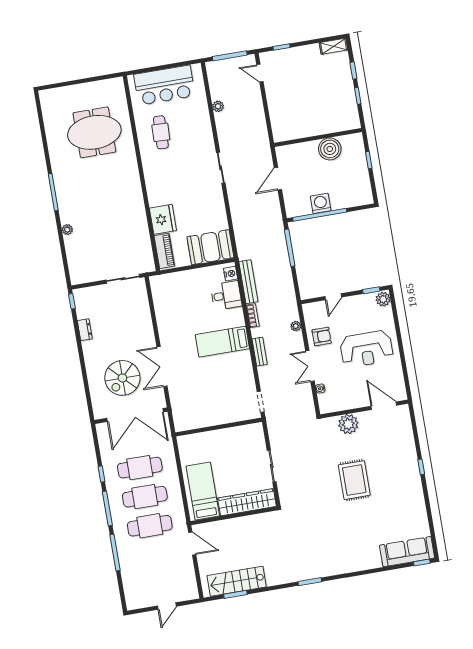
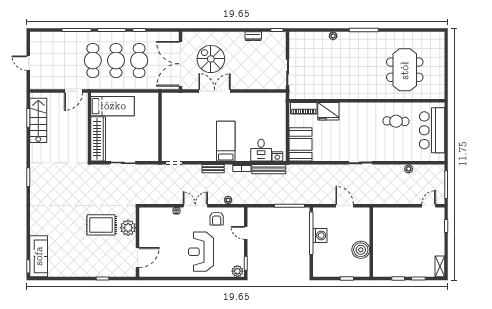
door: (384, 406) -> (138, 258), moved
wall: (364, 409) -> (138, 242), moved
plant: (348, 424) -> (128, 228), moved

